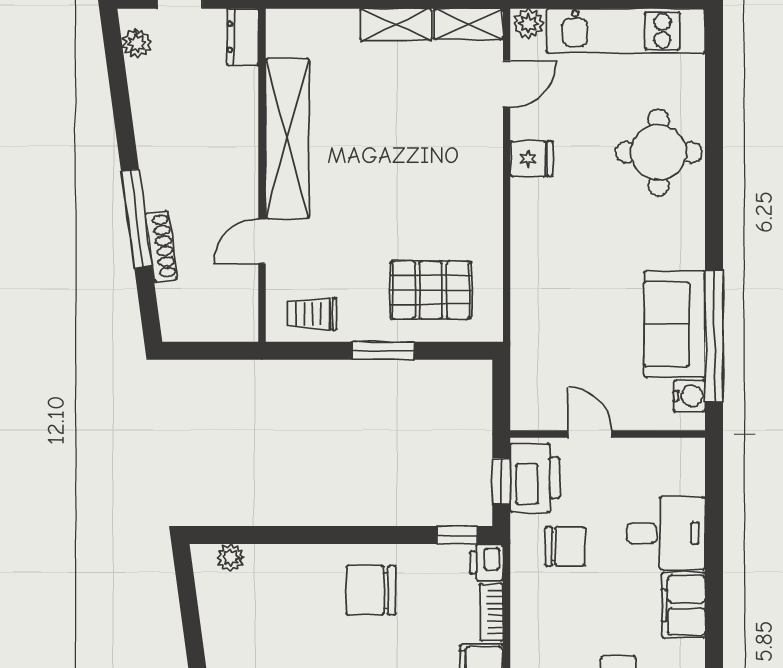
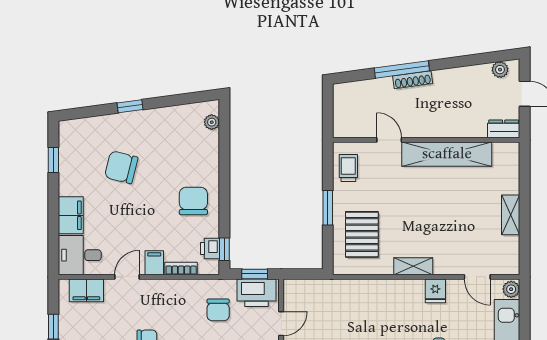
shelving: (469, 24) -> (413, 266), moved, turned 90
shoe rack: (161, 246) -> (413, 80), moved
printer: (486, 562) -> (210, 249), moved, turned -90

